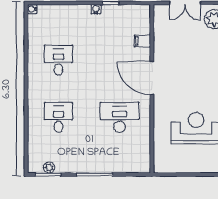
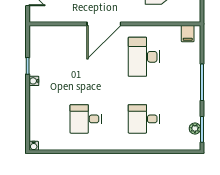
filing cabinet: (142, 41) -> (188, 34), moved

